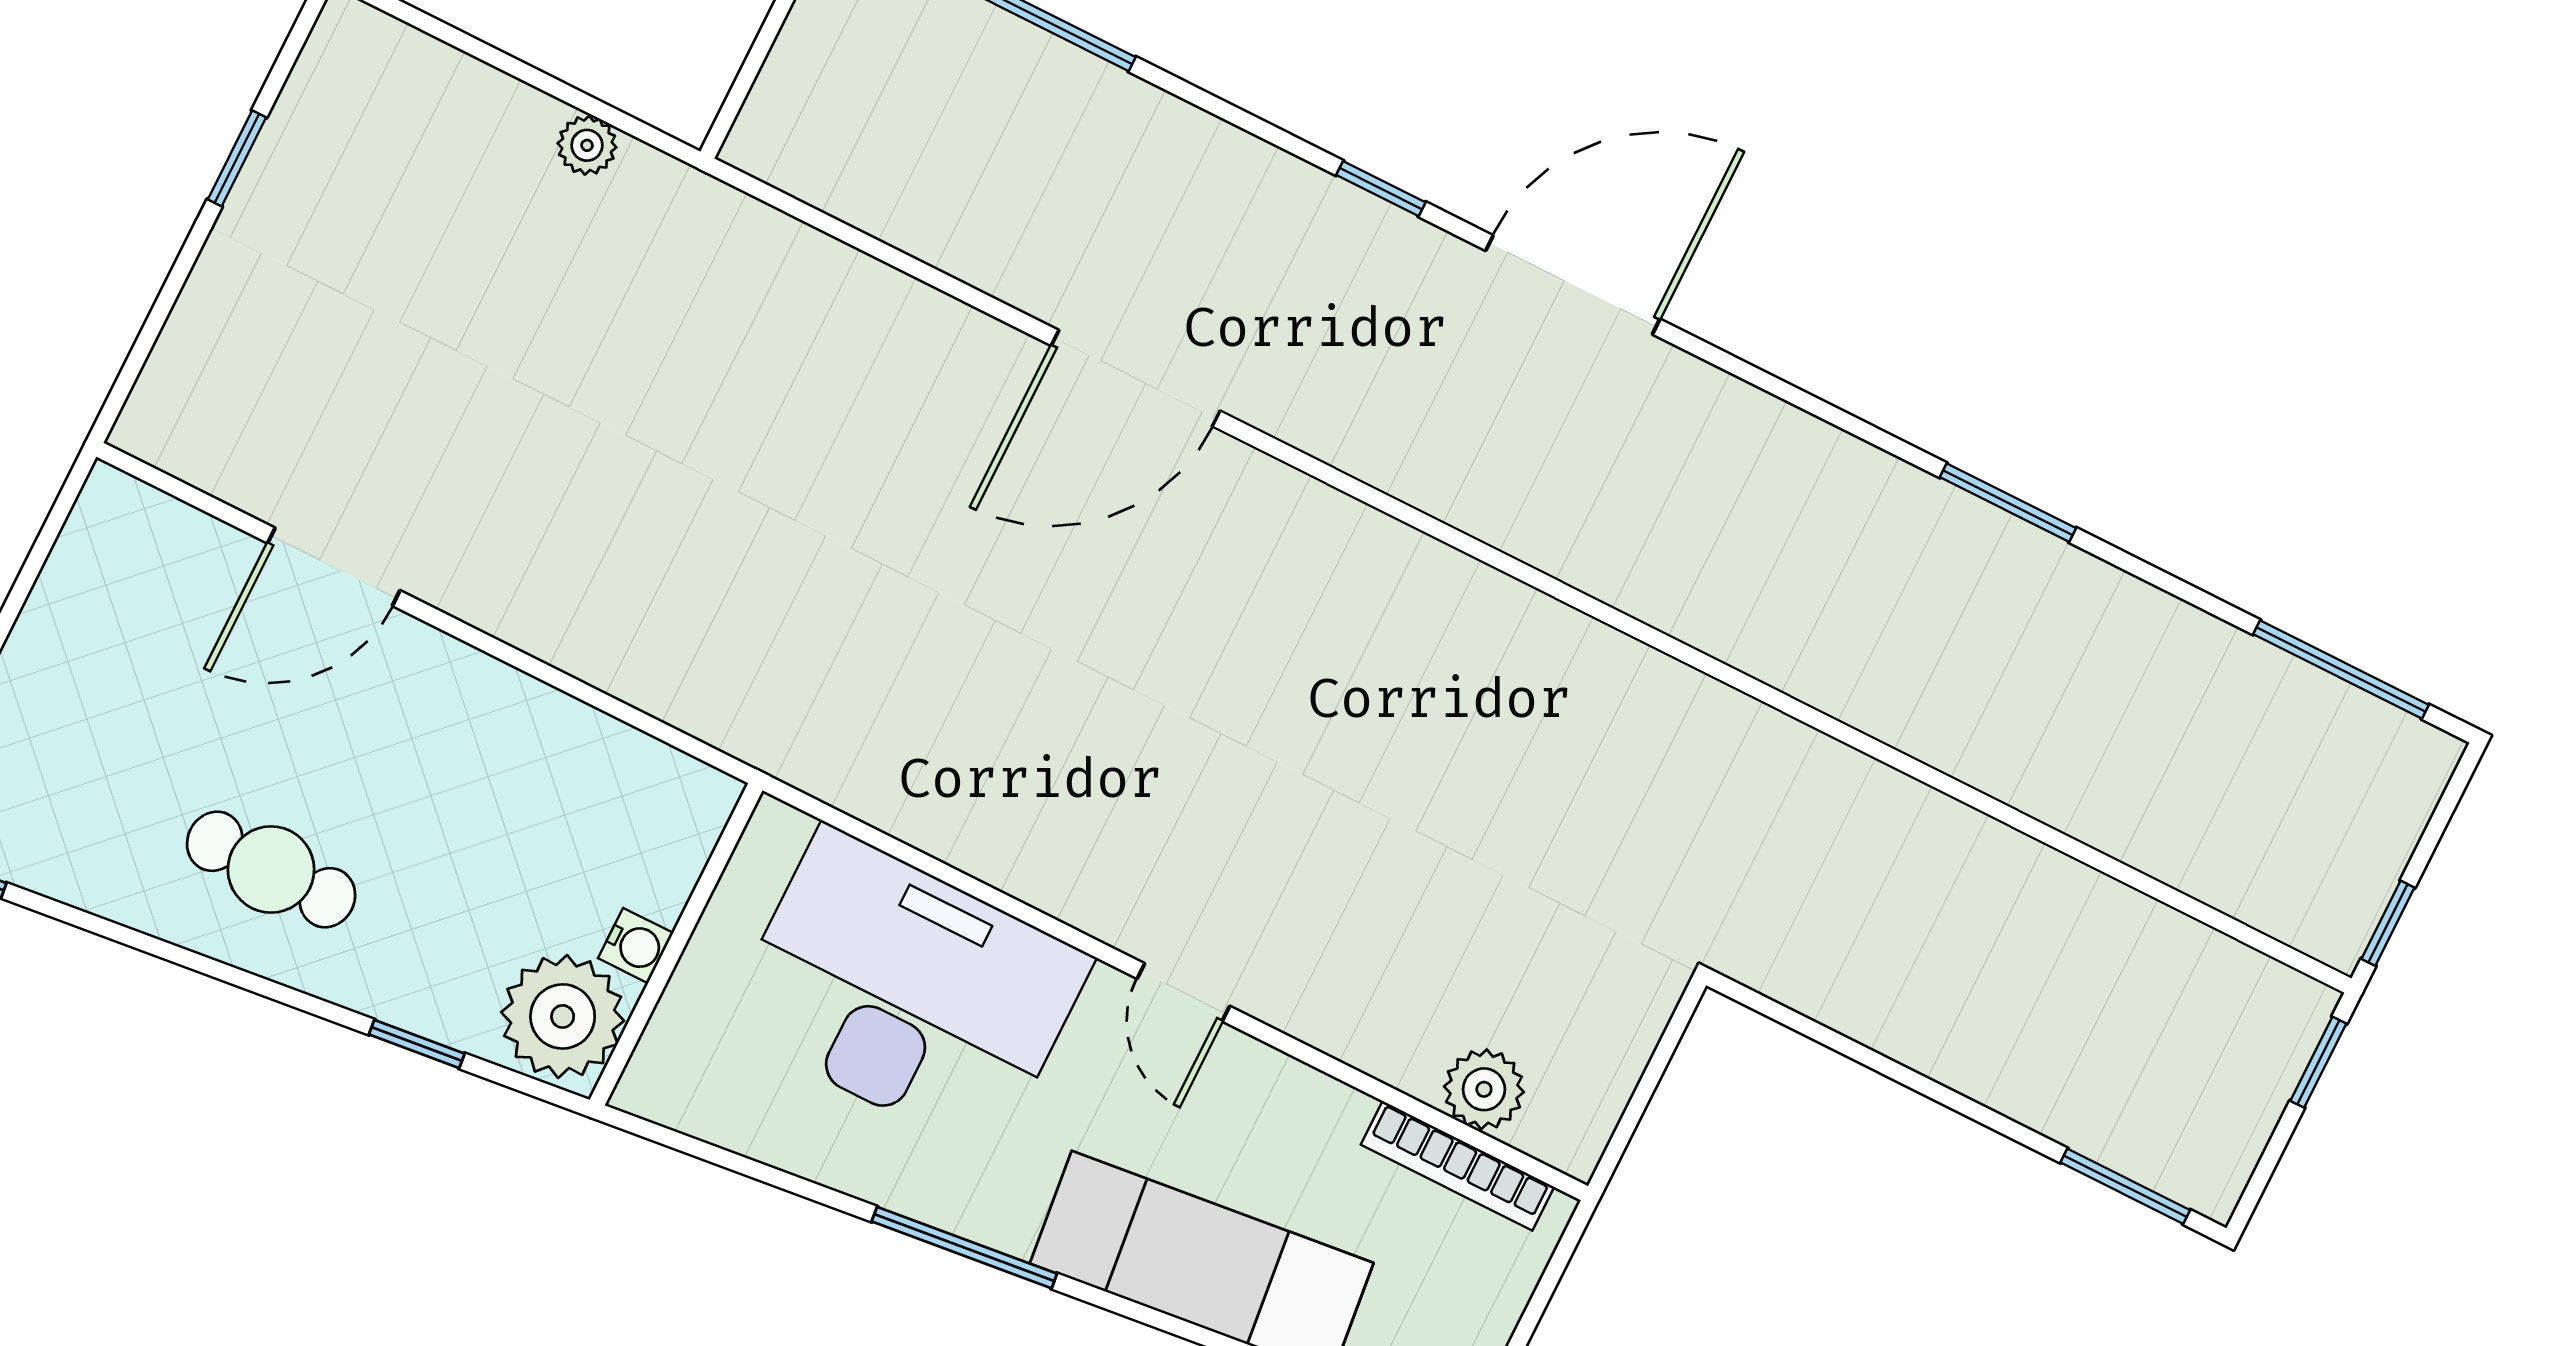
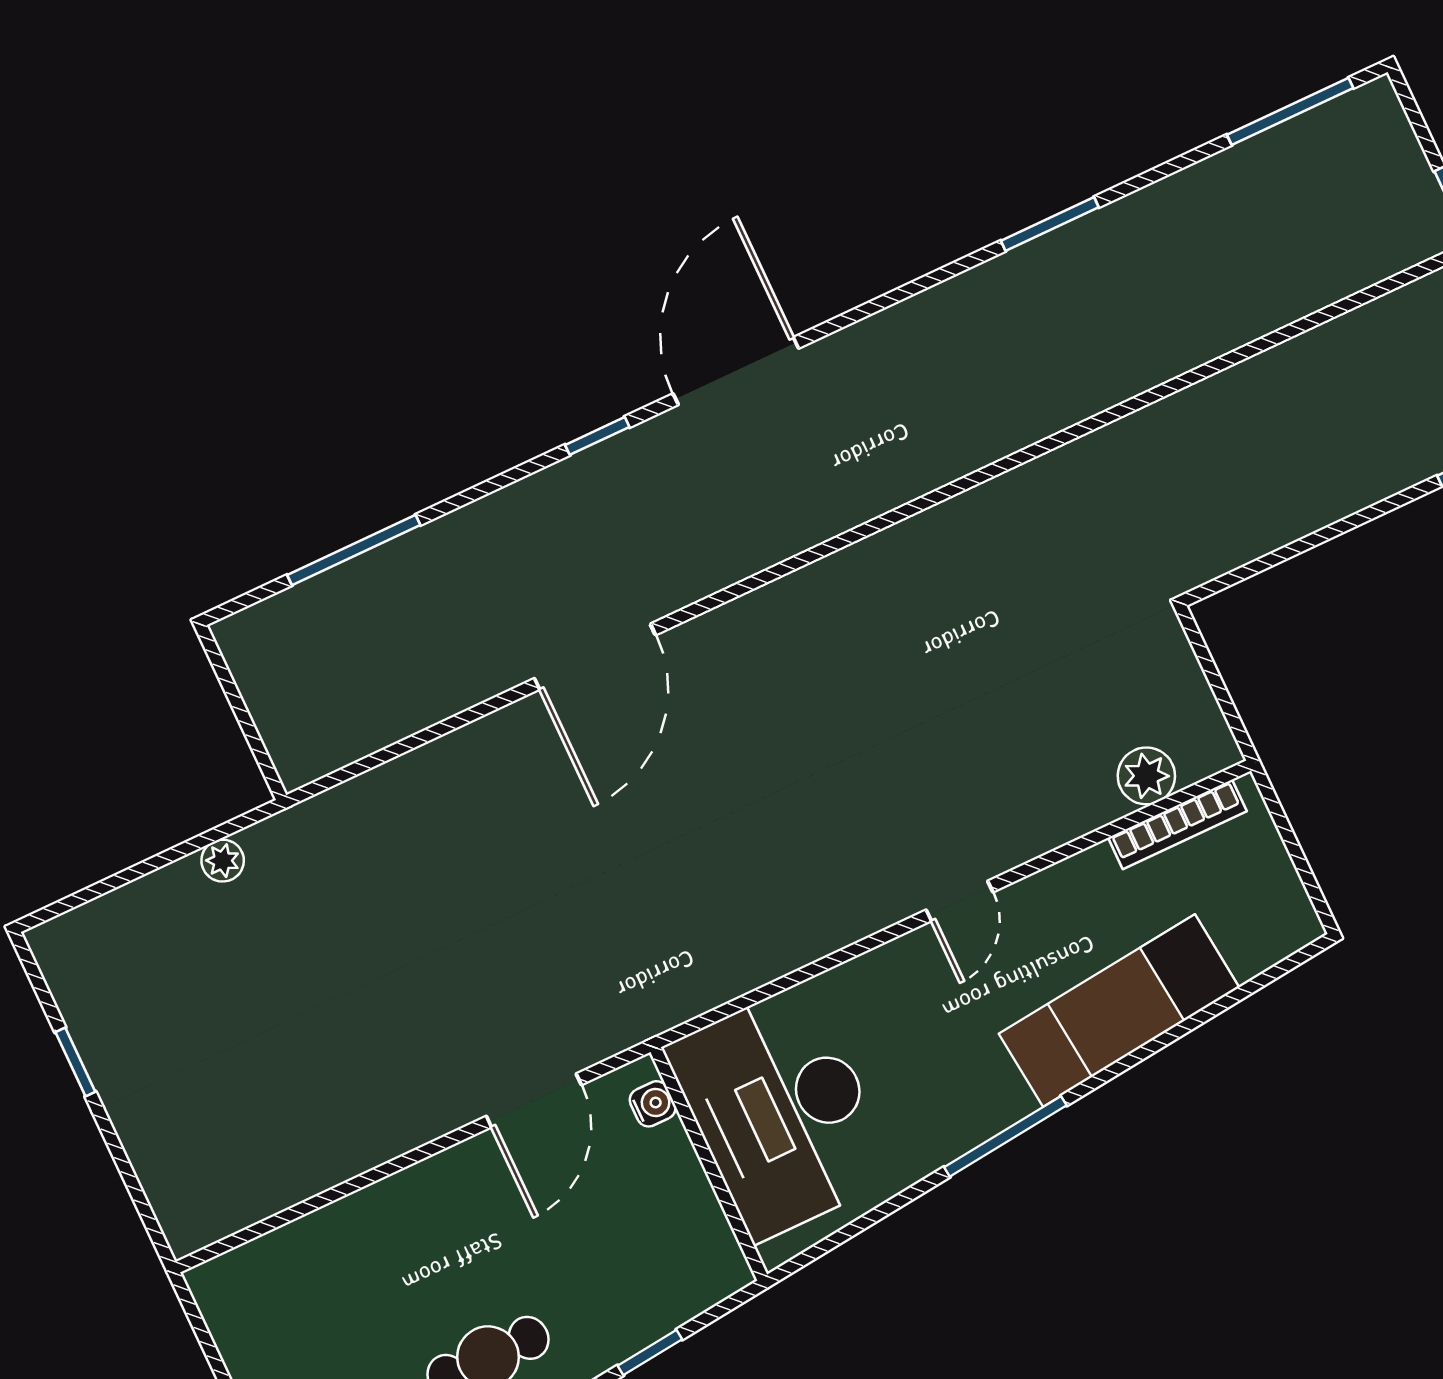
door: (334, 567) -> (534, 1100), moved
water cooler: (636, 946) -> (653, 1104), moved
desk: (908, 992) -> (782, 1112), moved, turned -90
door: (1183, 992) -> (960, 901), hinge flipped
plant: (563, 1016) -> (699, 1259), removed

